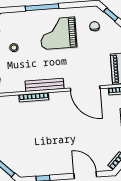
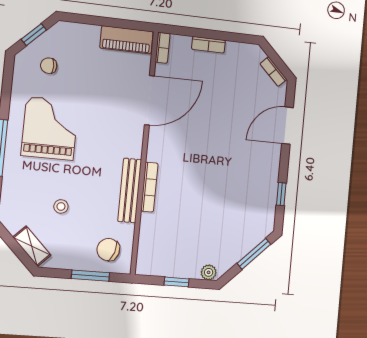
grand piano: (58, 33) -> (50, 128), turned 180
bench: (44, 85) -> (130, 190), moved

